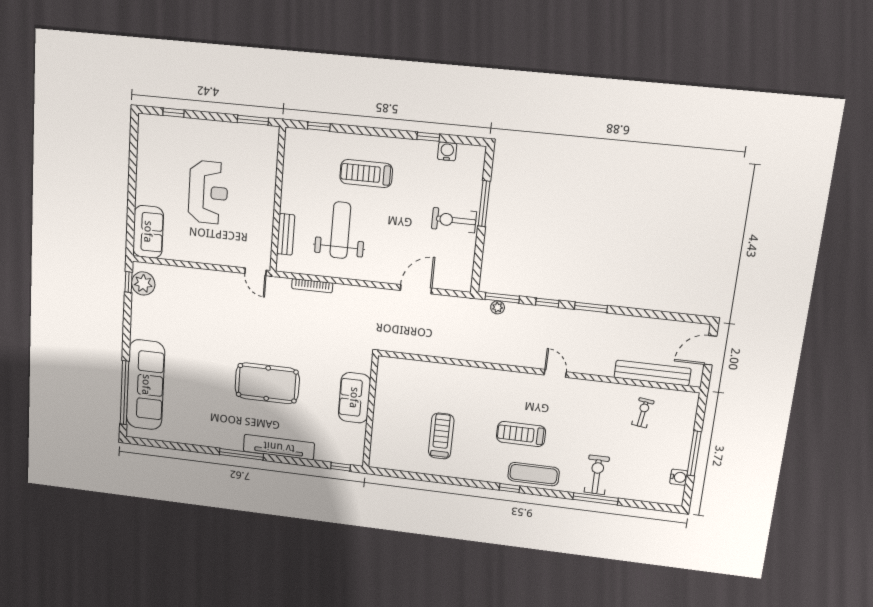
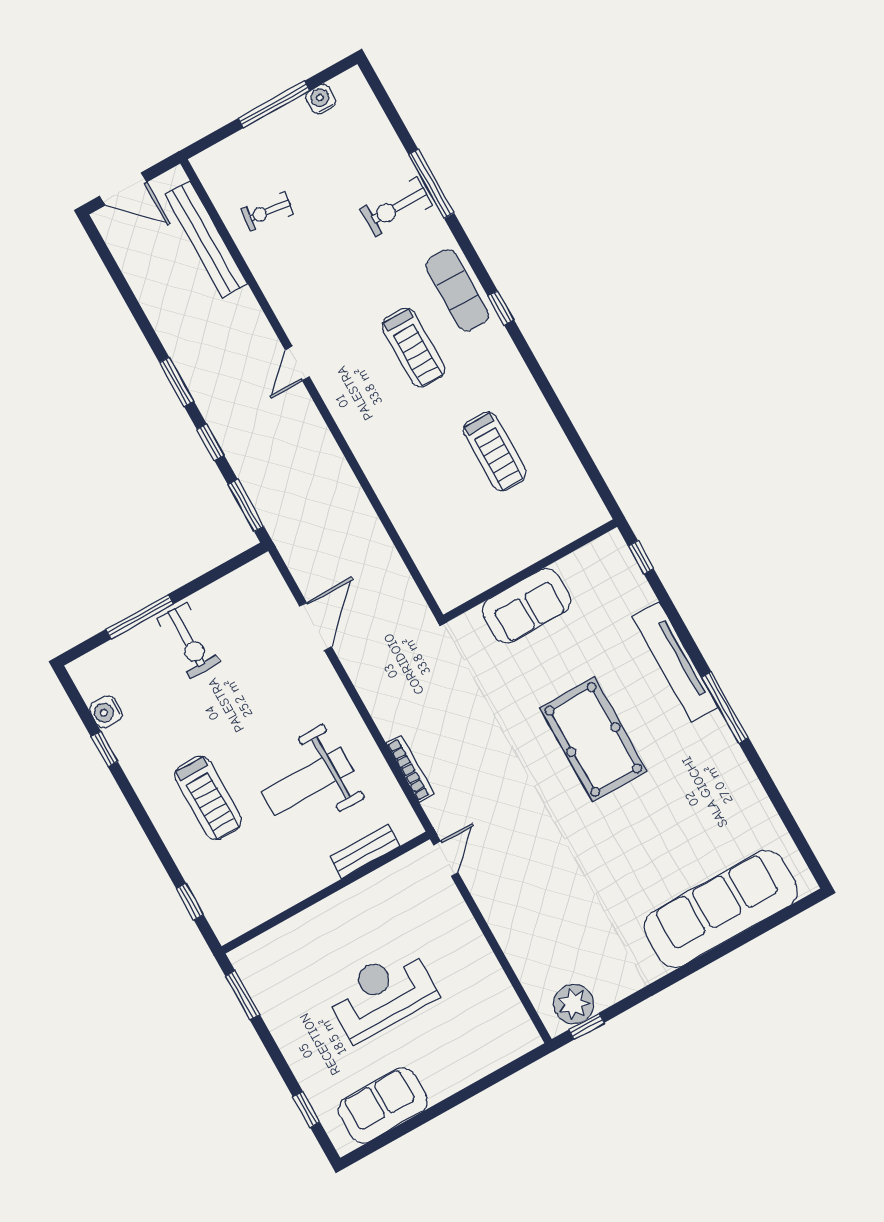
sofa: (148, 232) -> (383, 1106), moved
door: (416, 289) -> (316, 627), swing flipped
plant: (498, 307) -> (263, 502), removed
window: (124, 393) -> (755, 932), removed
treadmill: (441, 436) -> (495, 451), turned -90

